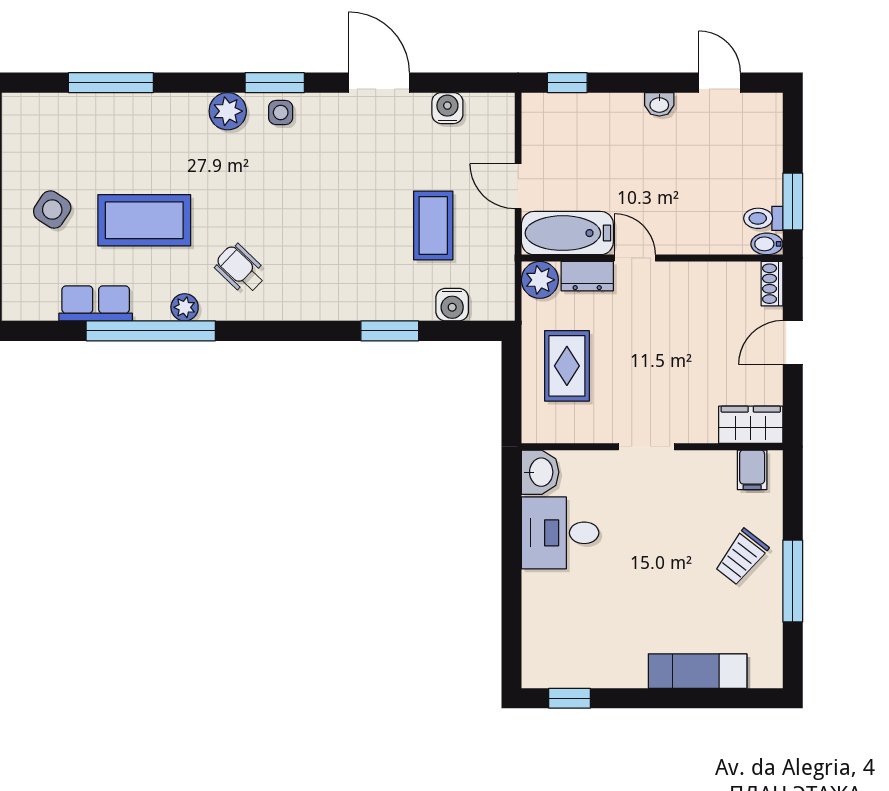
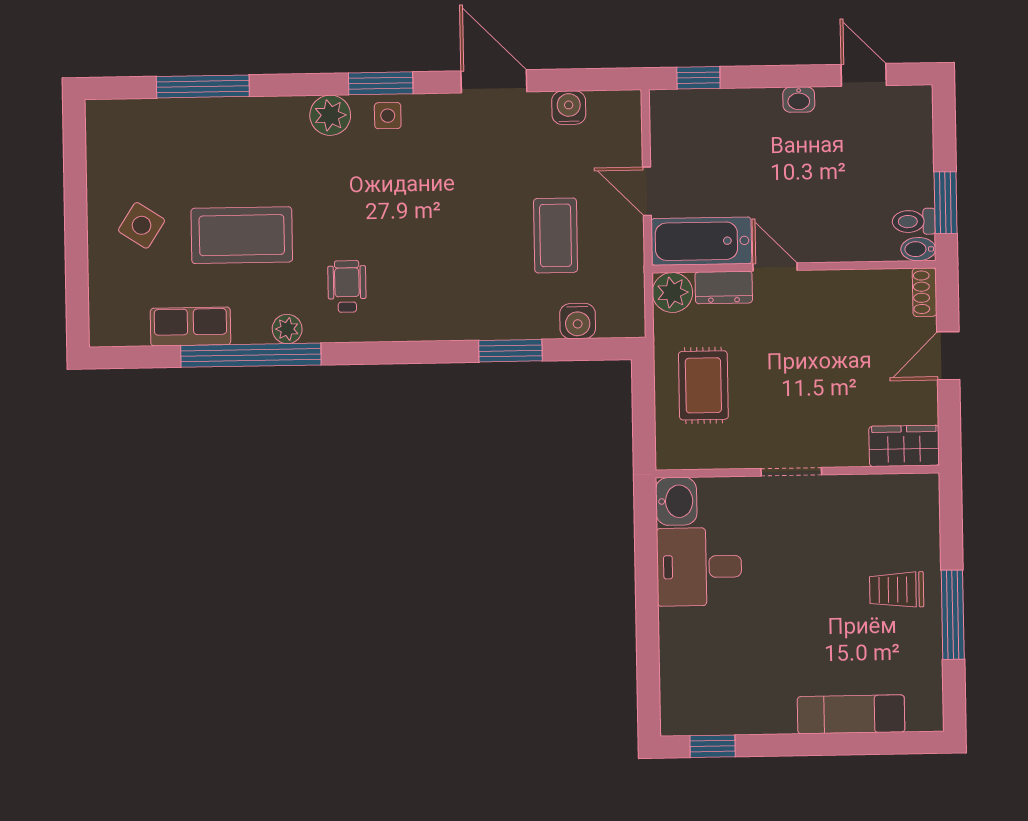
wheelchair: (240, 269) -> (347, 286), turned 46
filing cabinet: (752, 470) -> (906, 495), removed
trolley: (742, 557) -> (897, 590), turned 52

